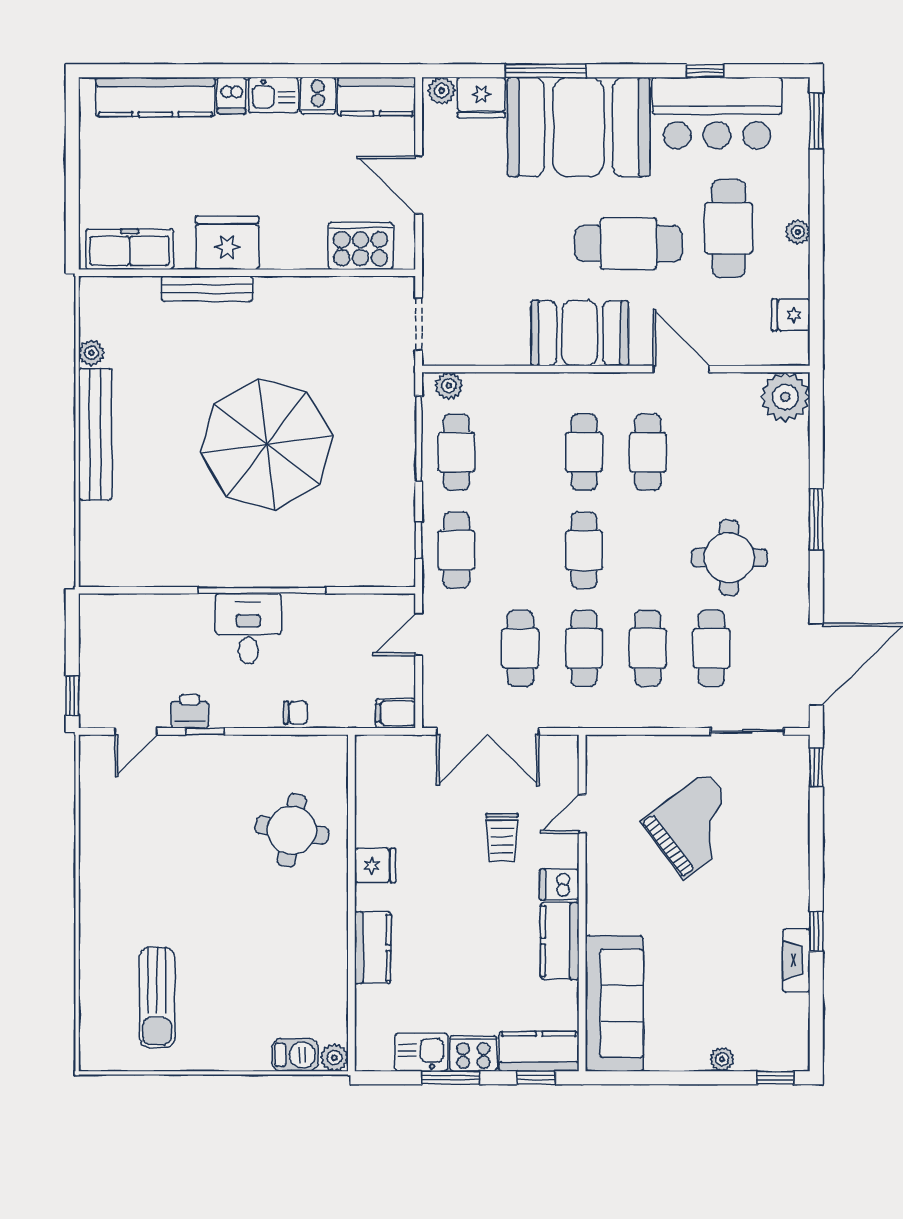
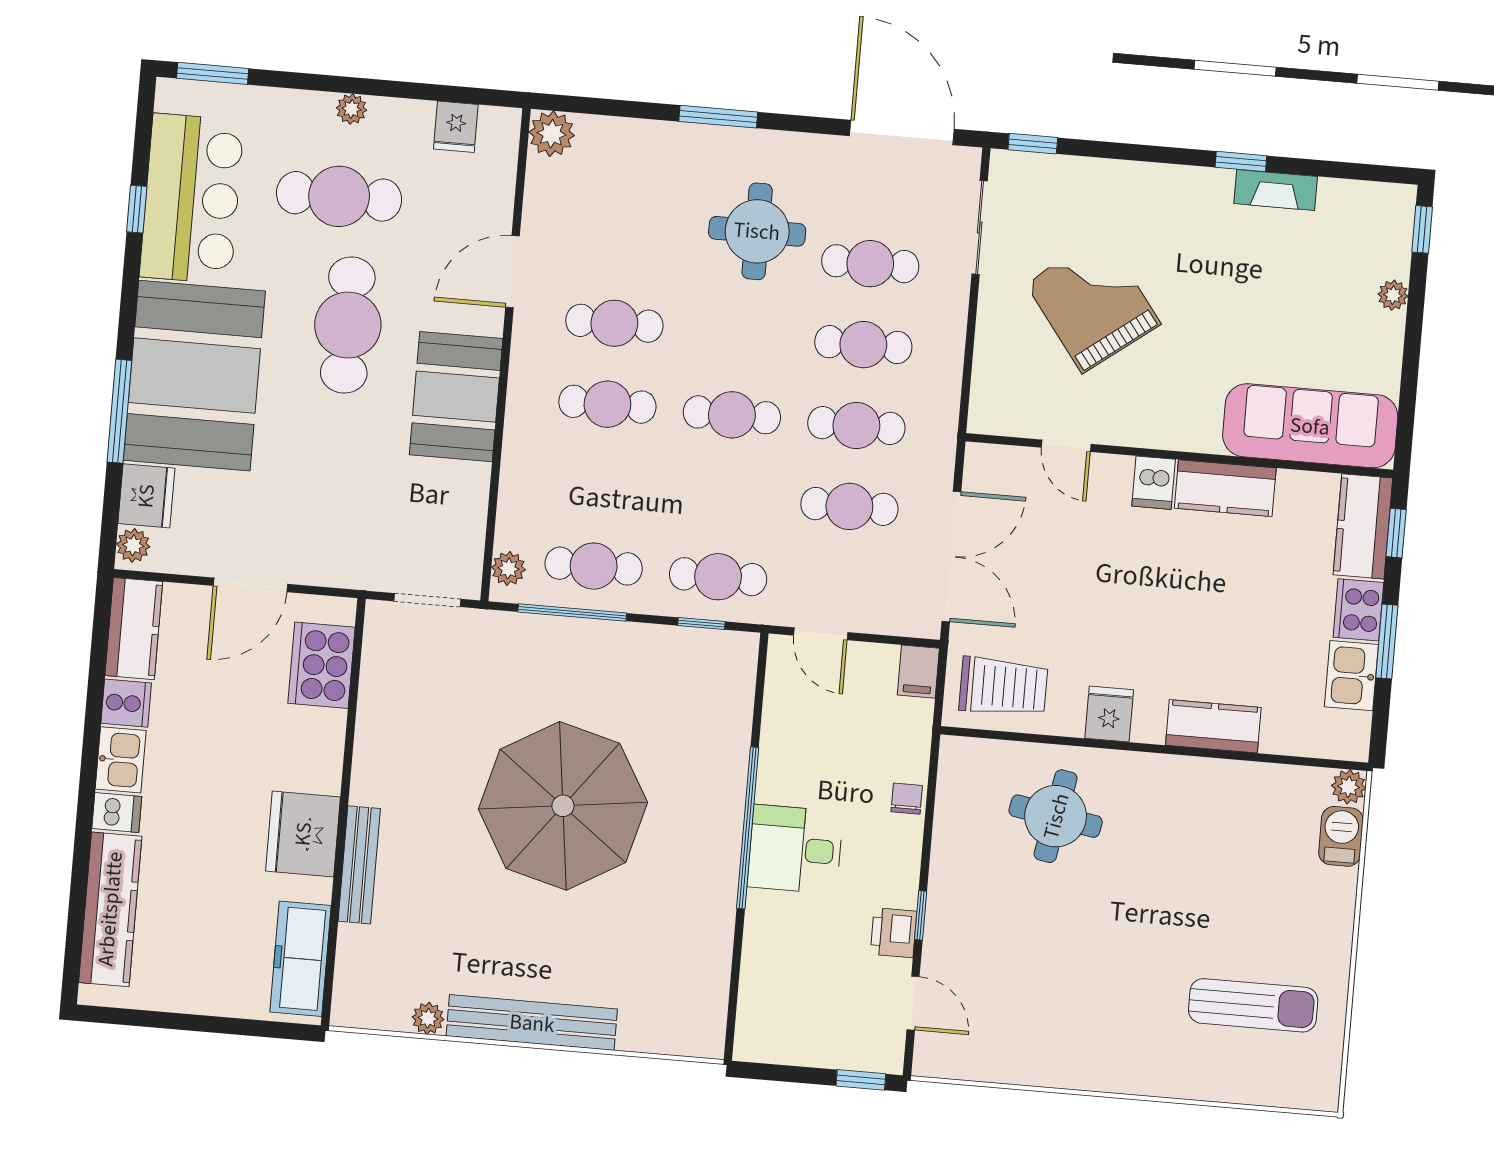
plant: (785, 397) -> (552, 134), width x0.73, depth x0.73
trolley: (502, 837) -> (1003, 687), moved, width x1.36, depth x1.39

